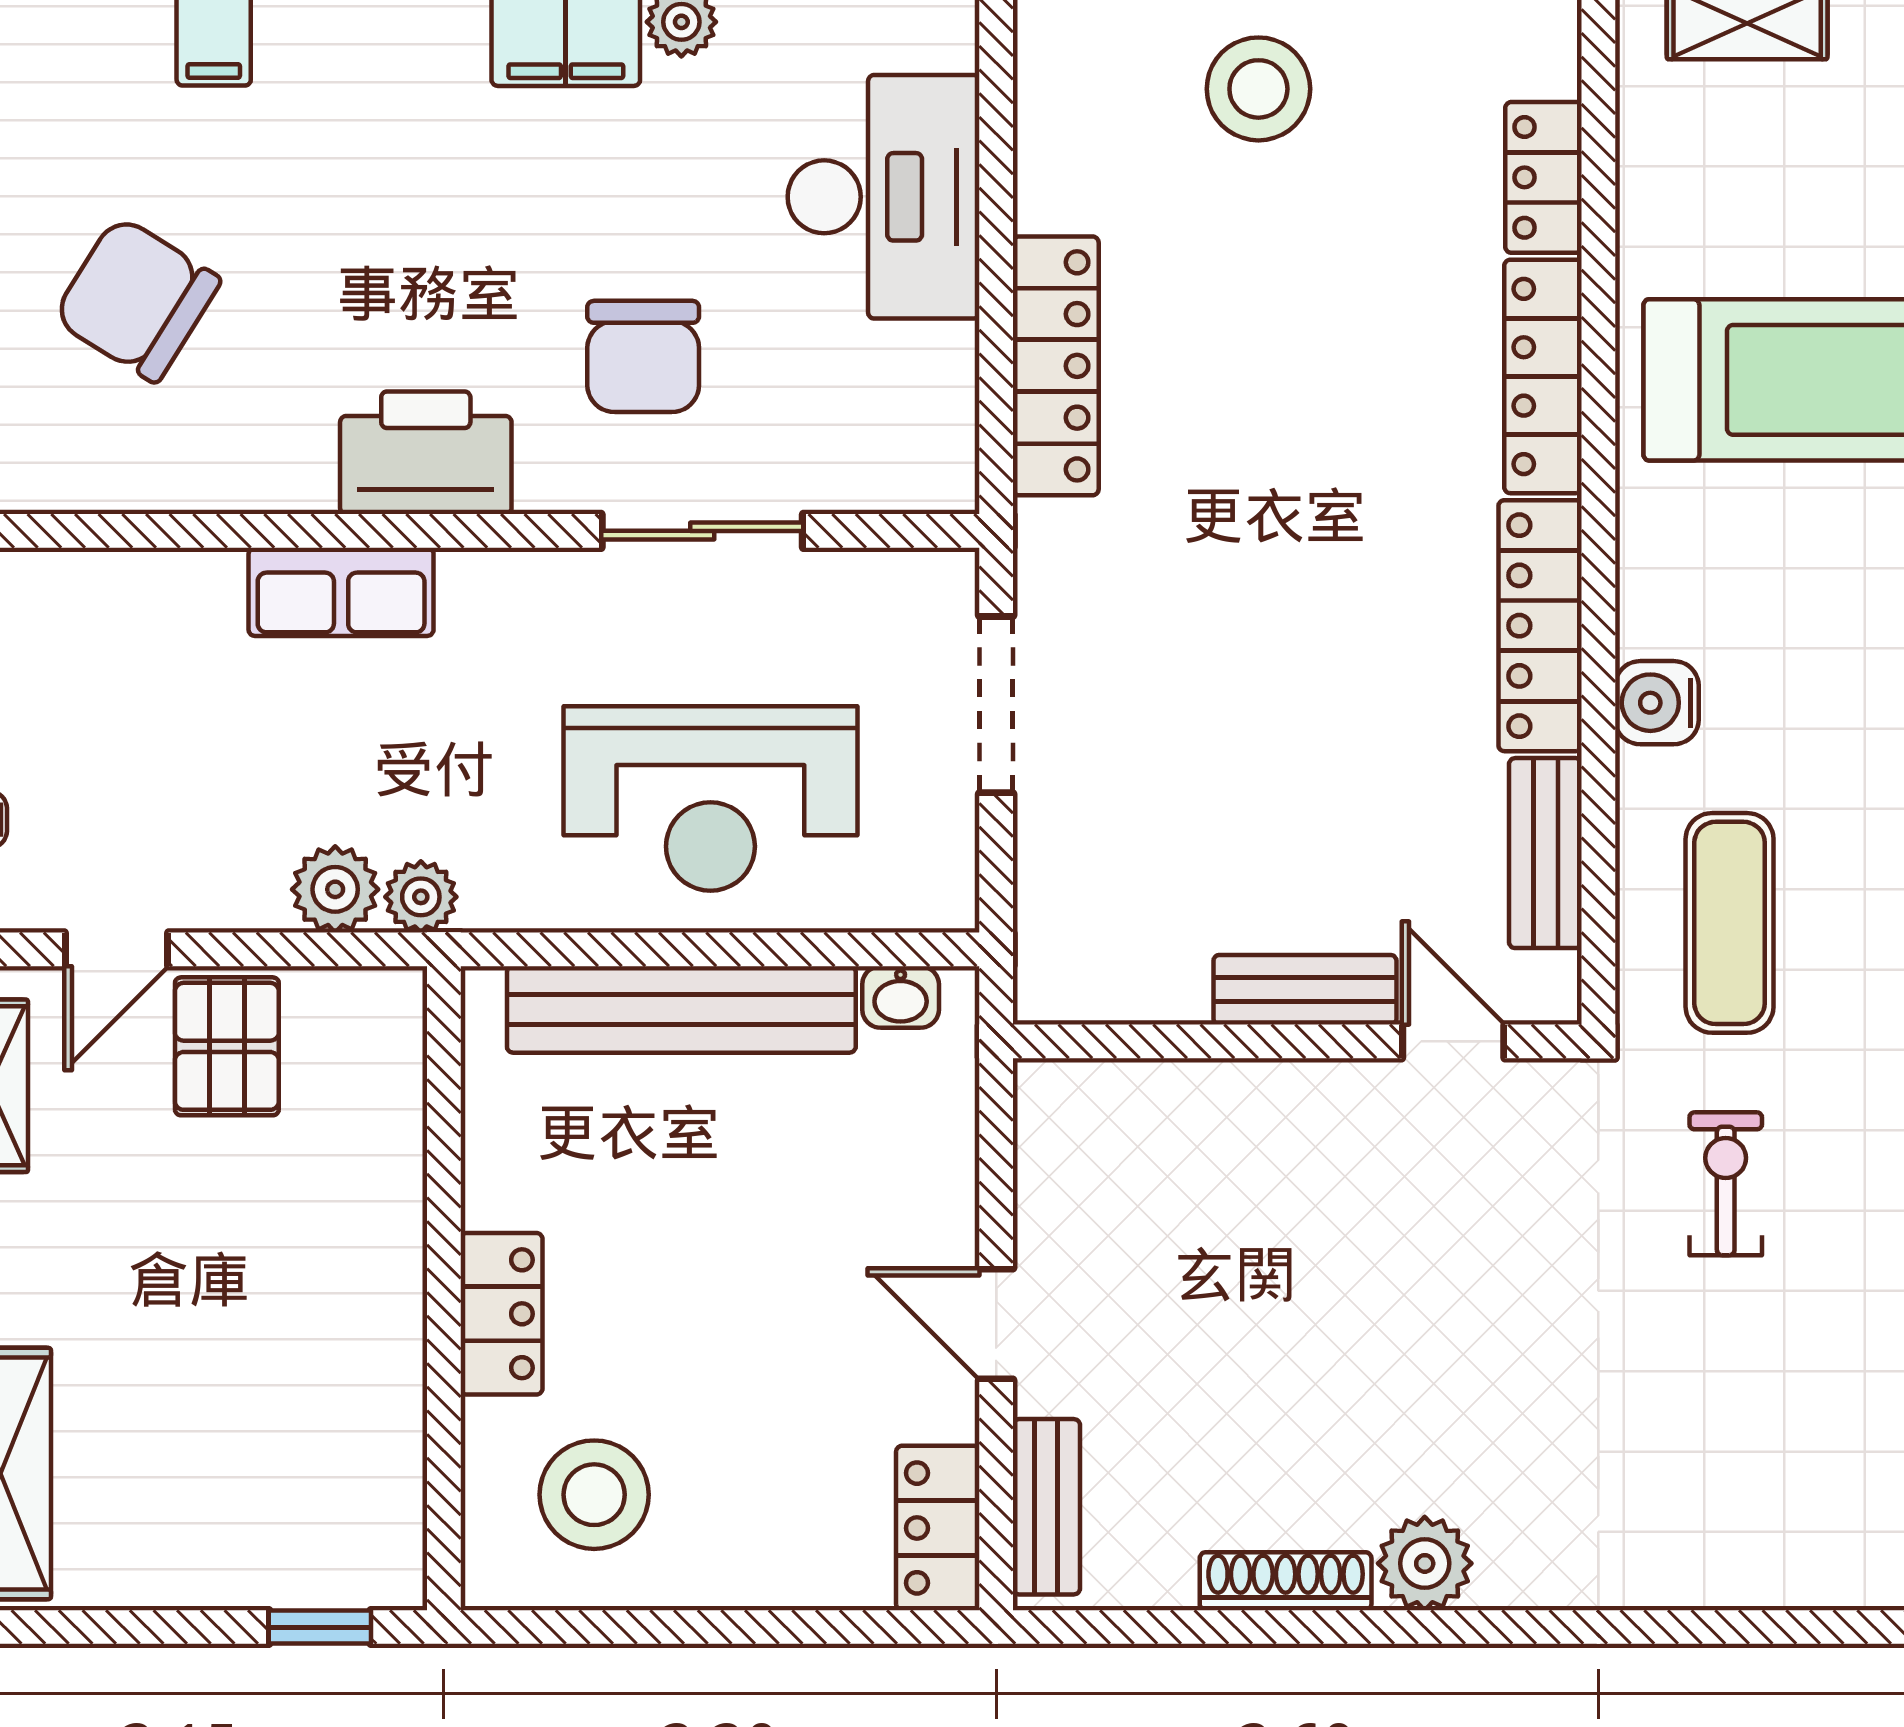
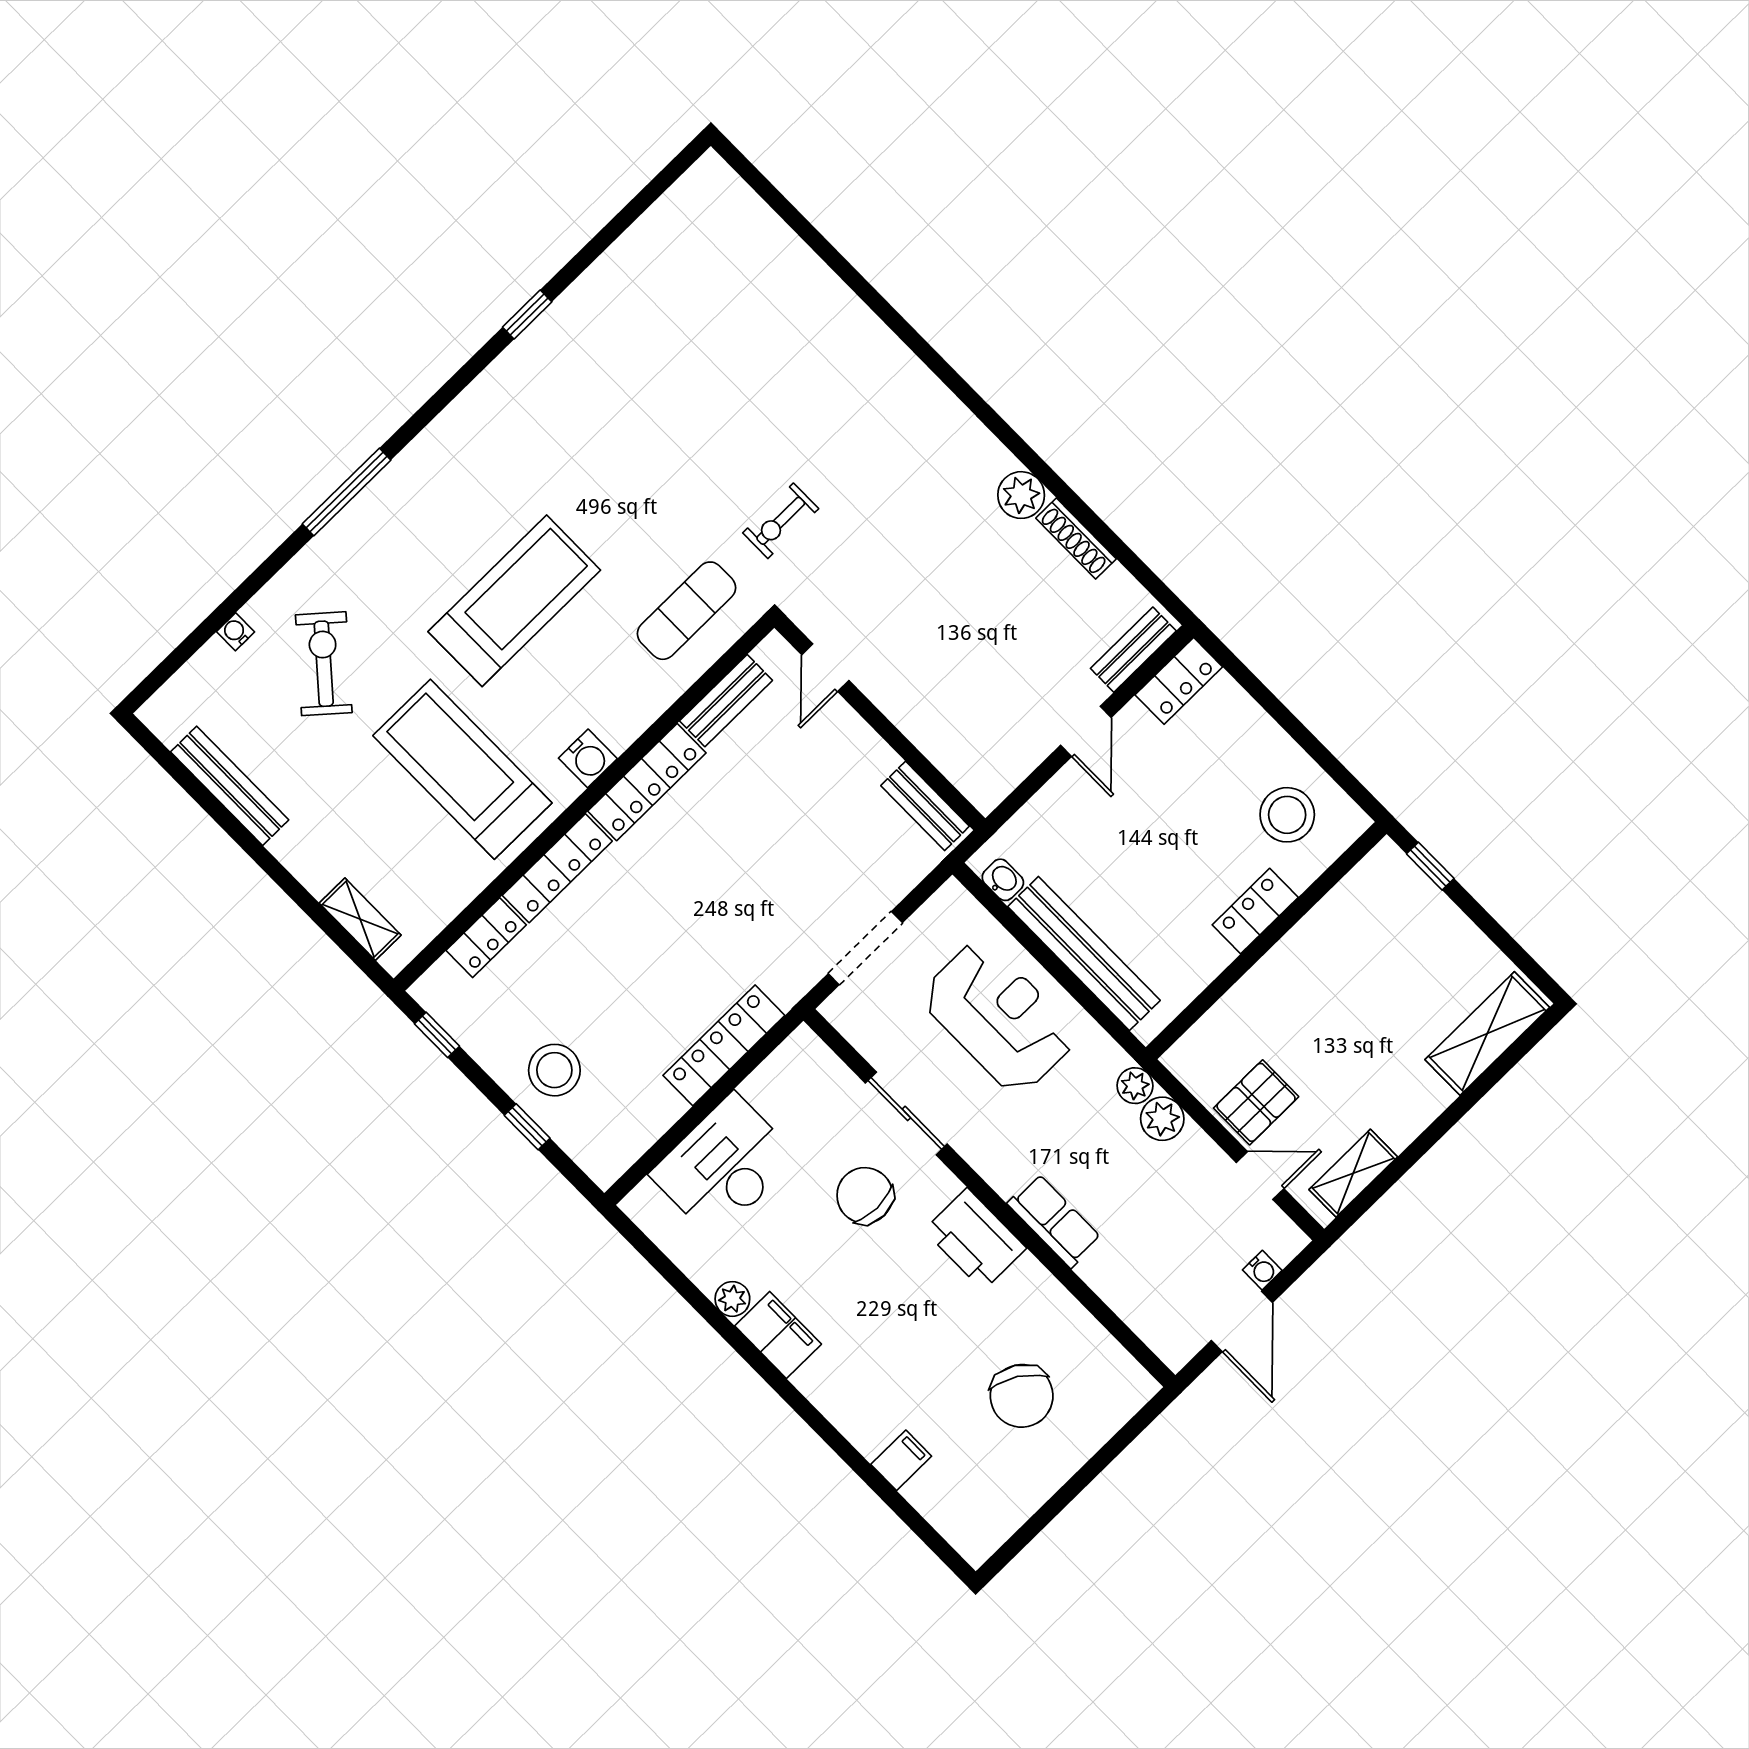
chair: (643, 356) -> (865, 1195), turned -90
water cooler: (1657, 703) -> (588, 758), moved
bench: (1305, 990) -> (925, 806), moved

